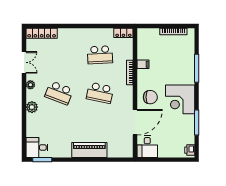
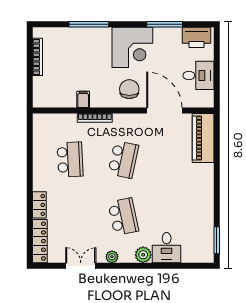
locker: (123, 33) -> (39, 205), moved
school desk: (59, 93) -> (123, 217), turned -33
desk: (37, 147) -> (167, 248), moved
desk: (147, 147) -> (198, 75), moved
piano: (89, 150) -> (203, 138), moved
printer: (190, 150) -> (197, 37), width x1.87, depth x1.48

